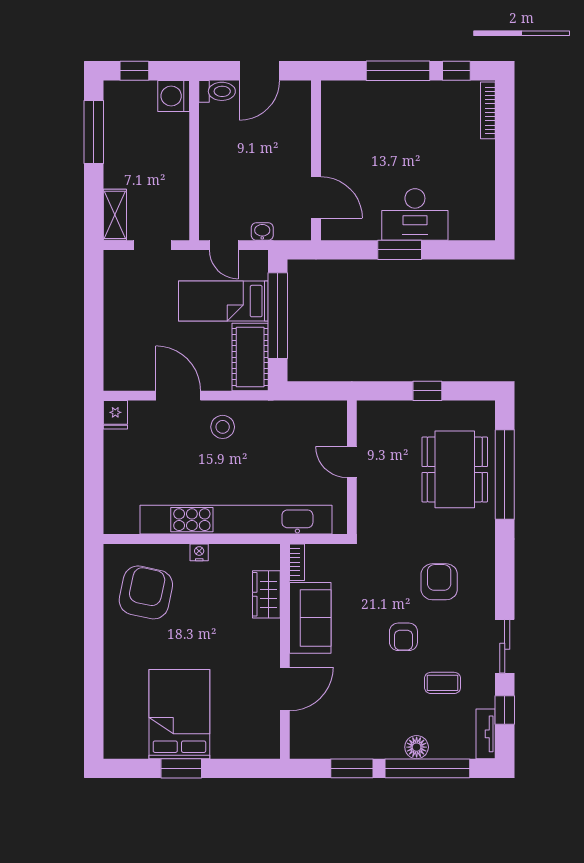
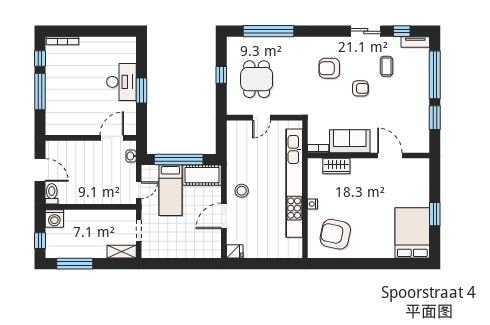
washbasin: (262, 232) -> (131, 156), moved
dining table: (455, 469) -> (257, 79), moved, width x0.73
bed: (179, 714) -> (412, 233), moved, turned 90
floor lamp: (417, 747) -> (423, 81), removed

